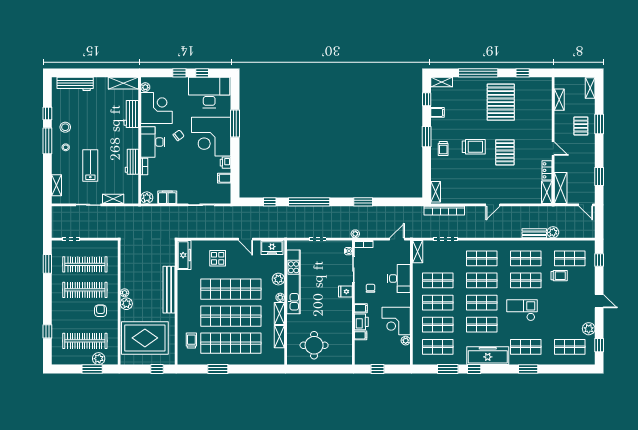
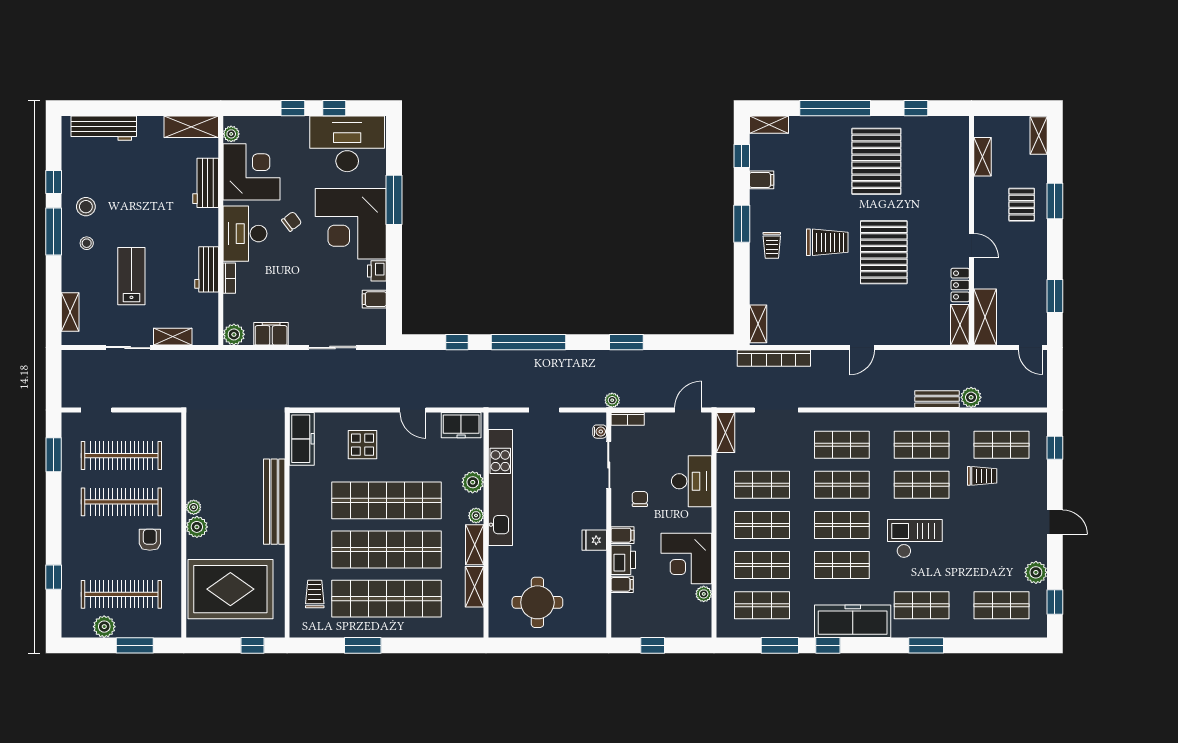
pallet: (505, 152) -> (884, 252), width x1.37, depth x1.41
fridge: (345, 292) -> (594, 540), moved
plant: (99, 359) -> (104, 627), moved

